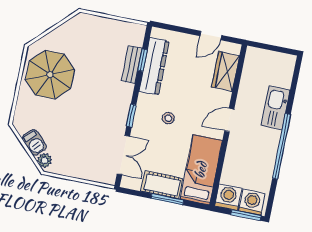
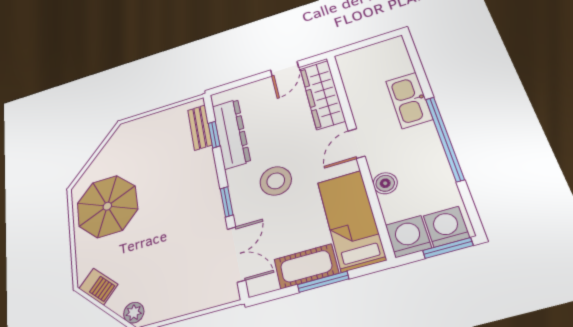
bench: (132, 65) -> (200, 127), moved
wardrobe: (226, 71) -> (322, 95), width x1.50
stool: (168, 118) -> (276, 181), width x1.89, depth x1.89
barbecue: (34, 142) -> (98, 286), moved
boiler: (233, 157) -> (385, 183), added

